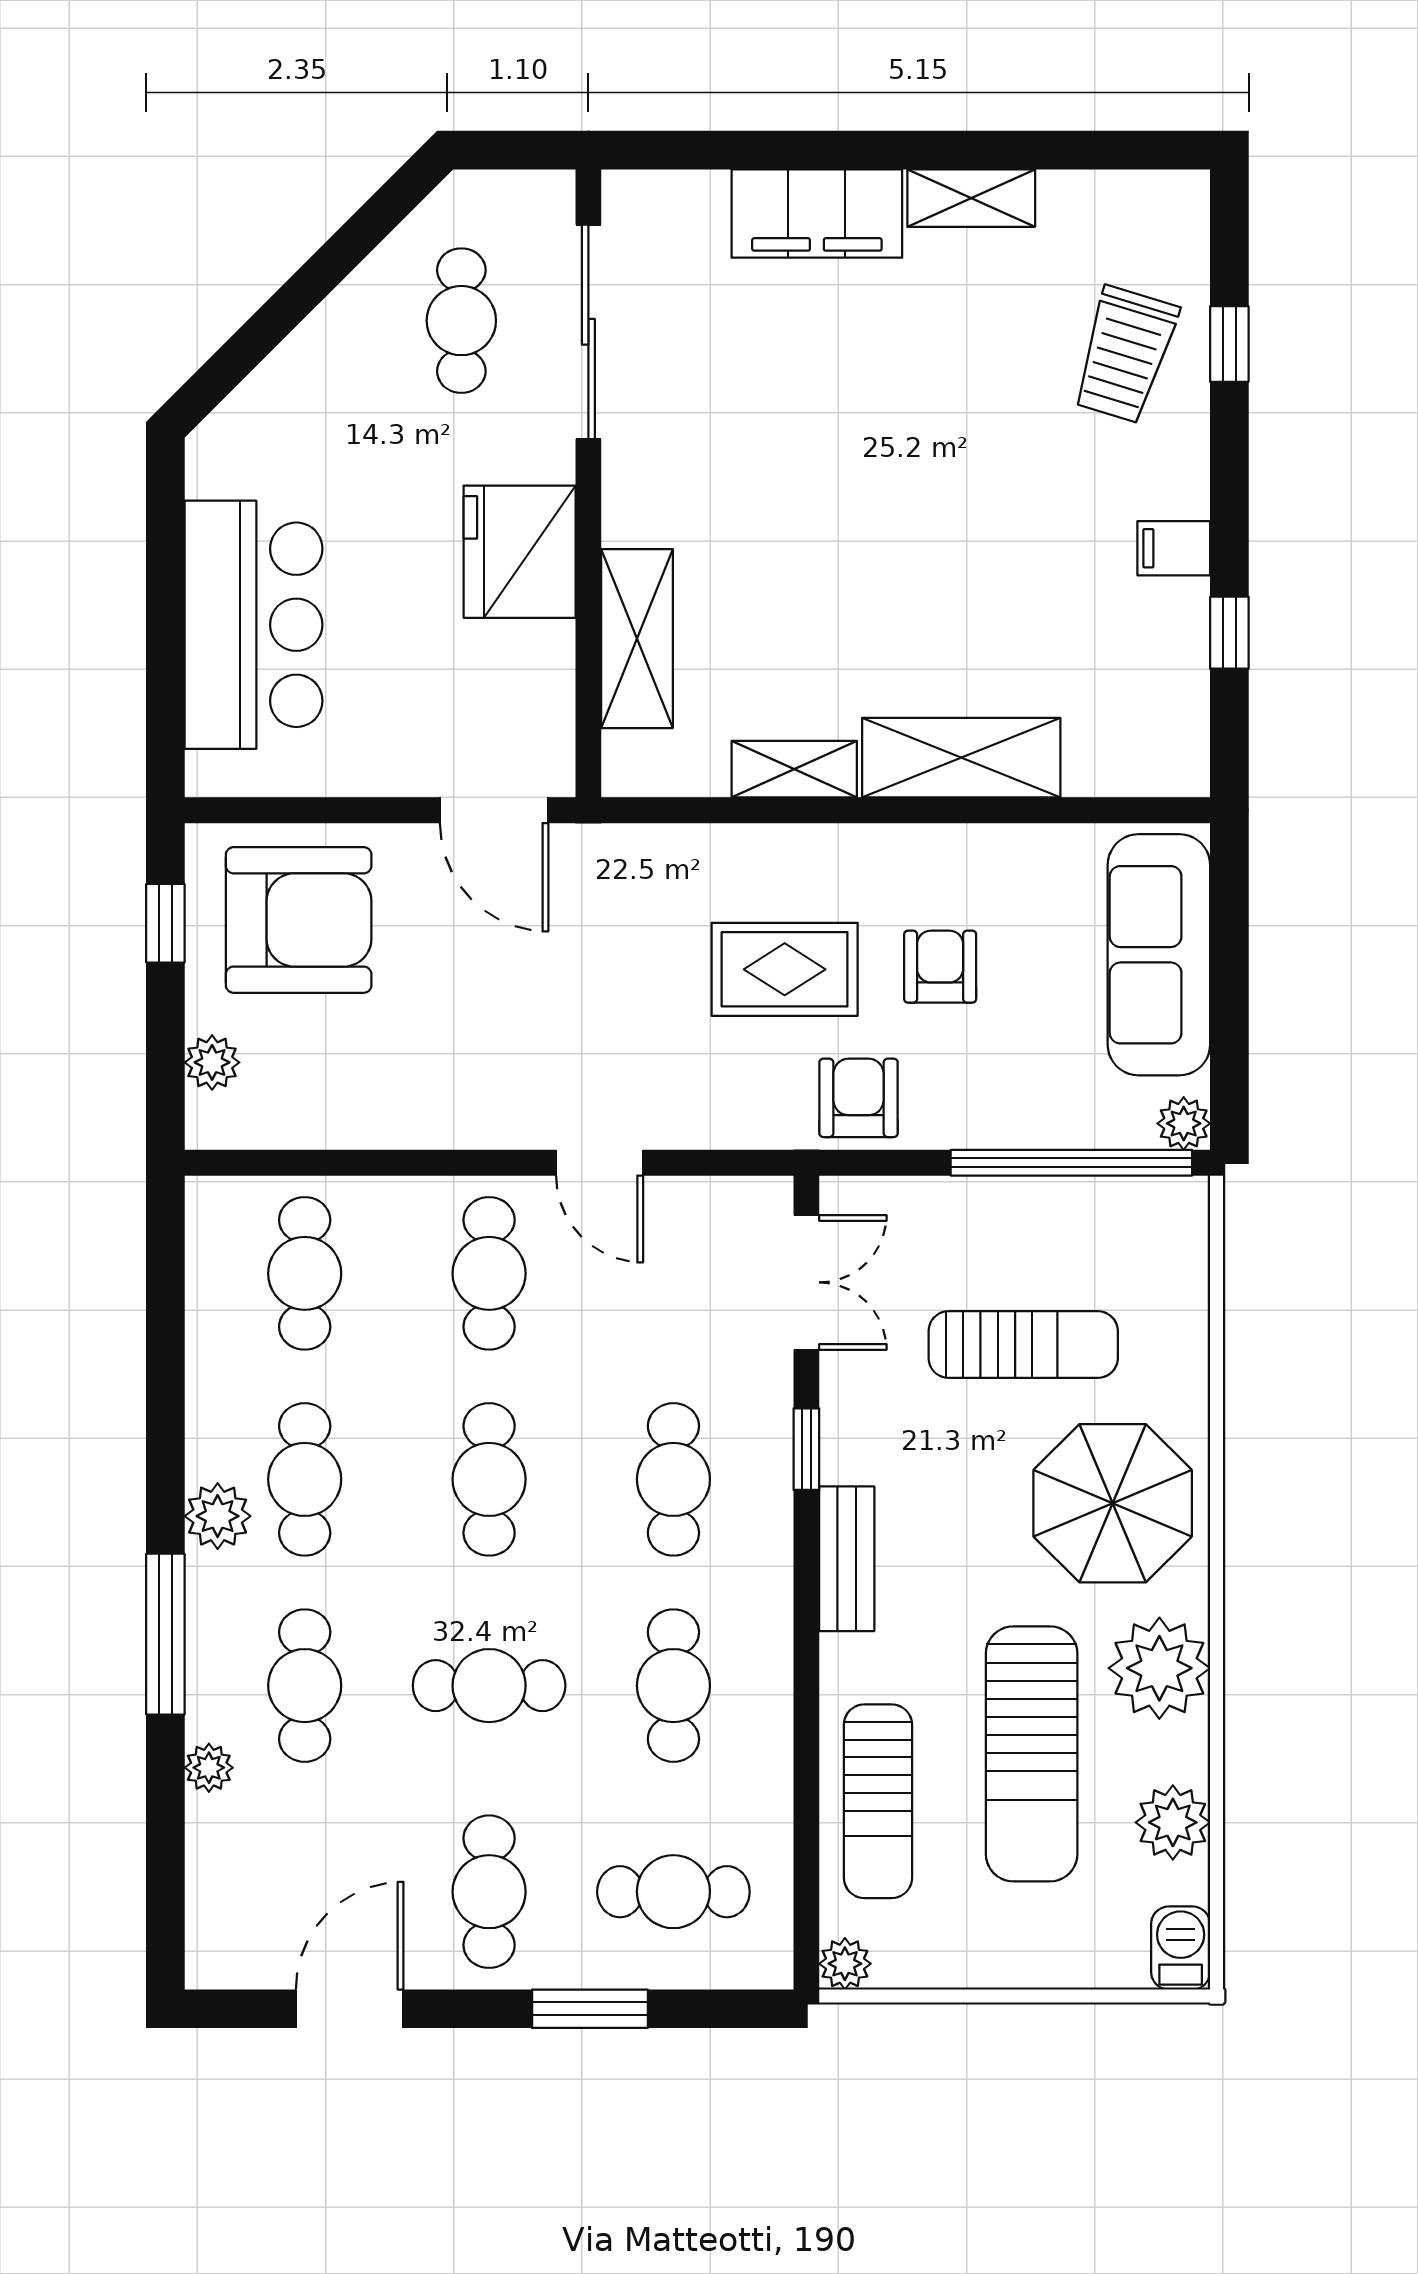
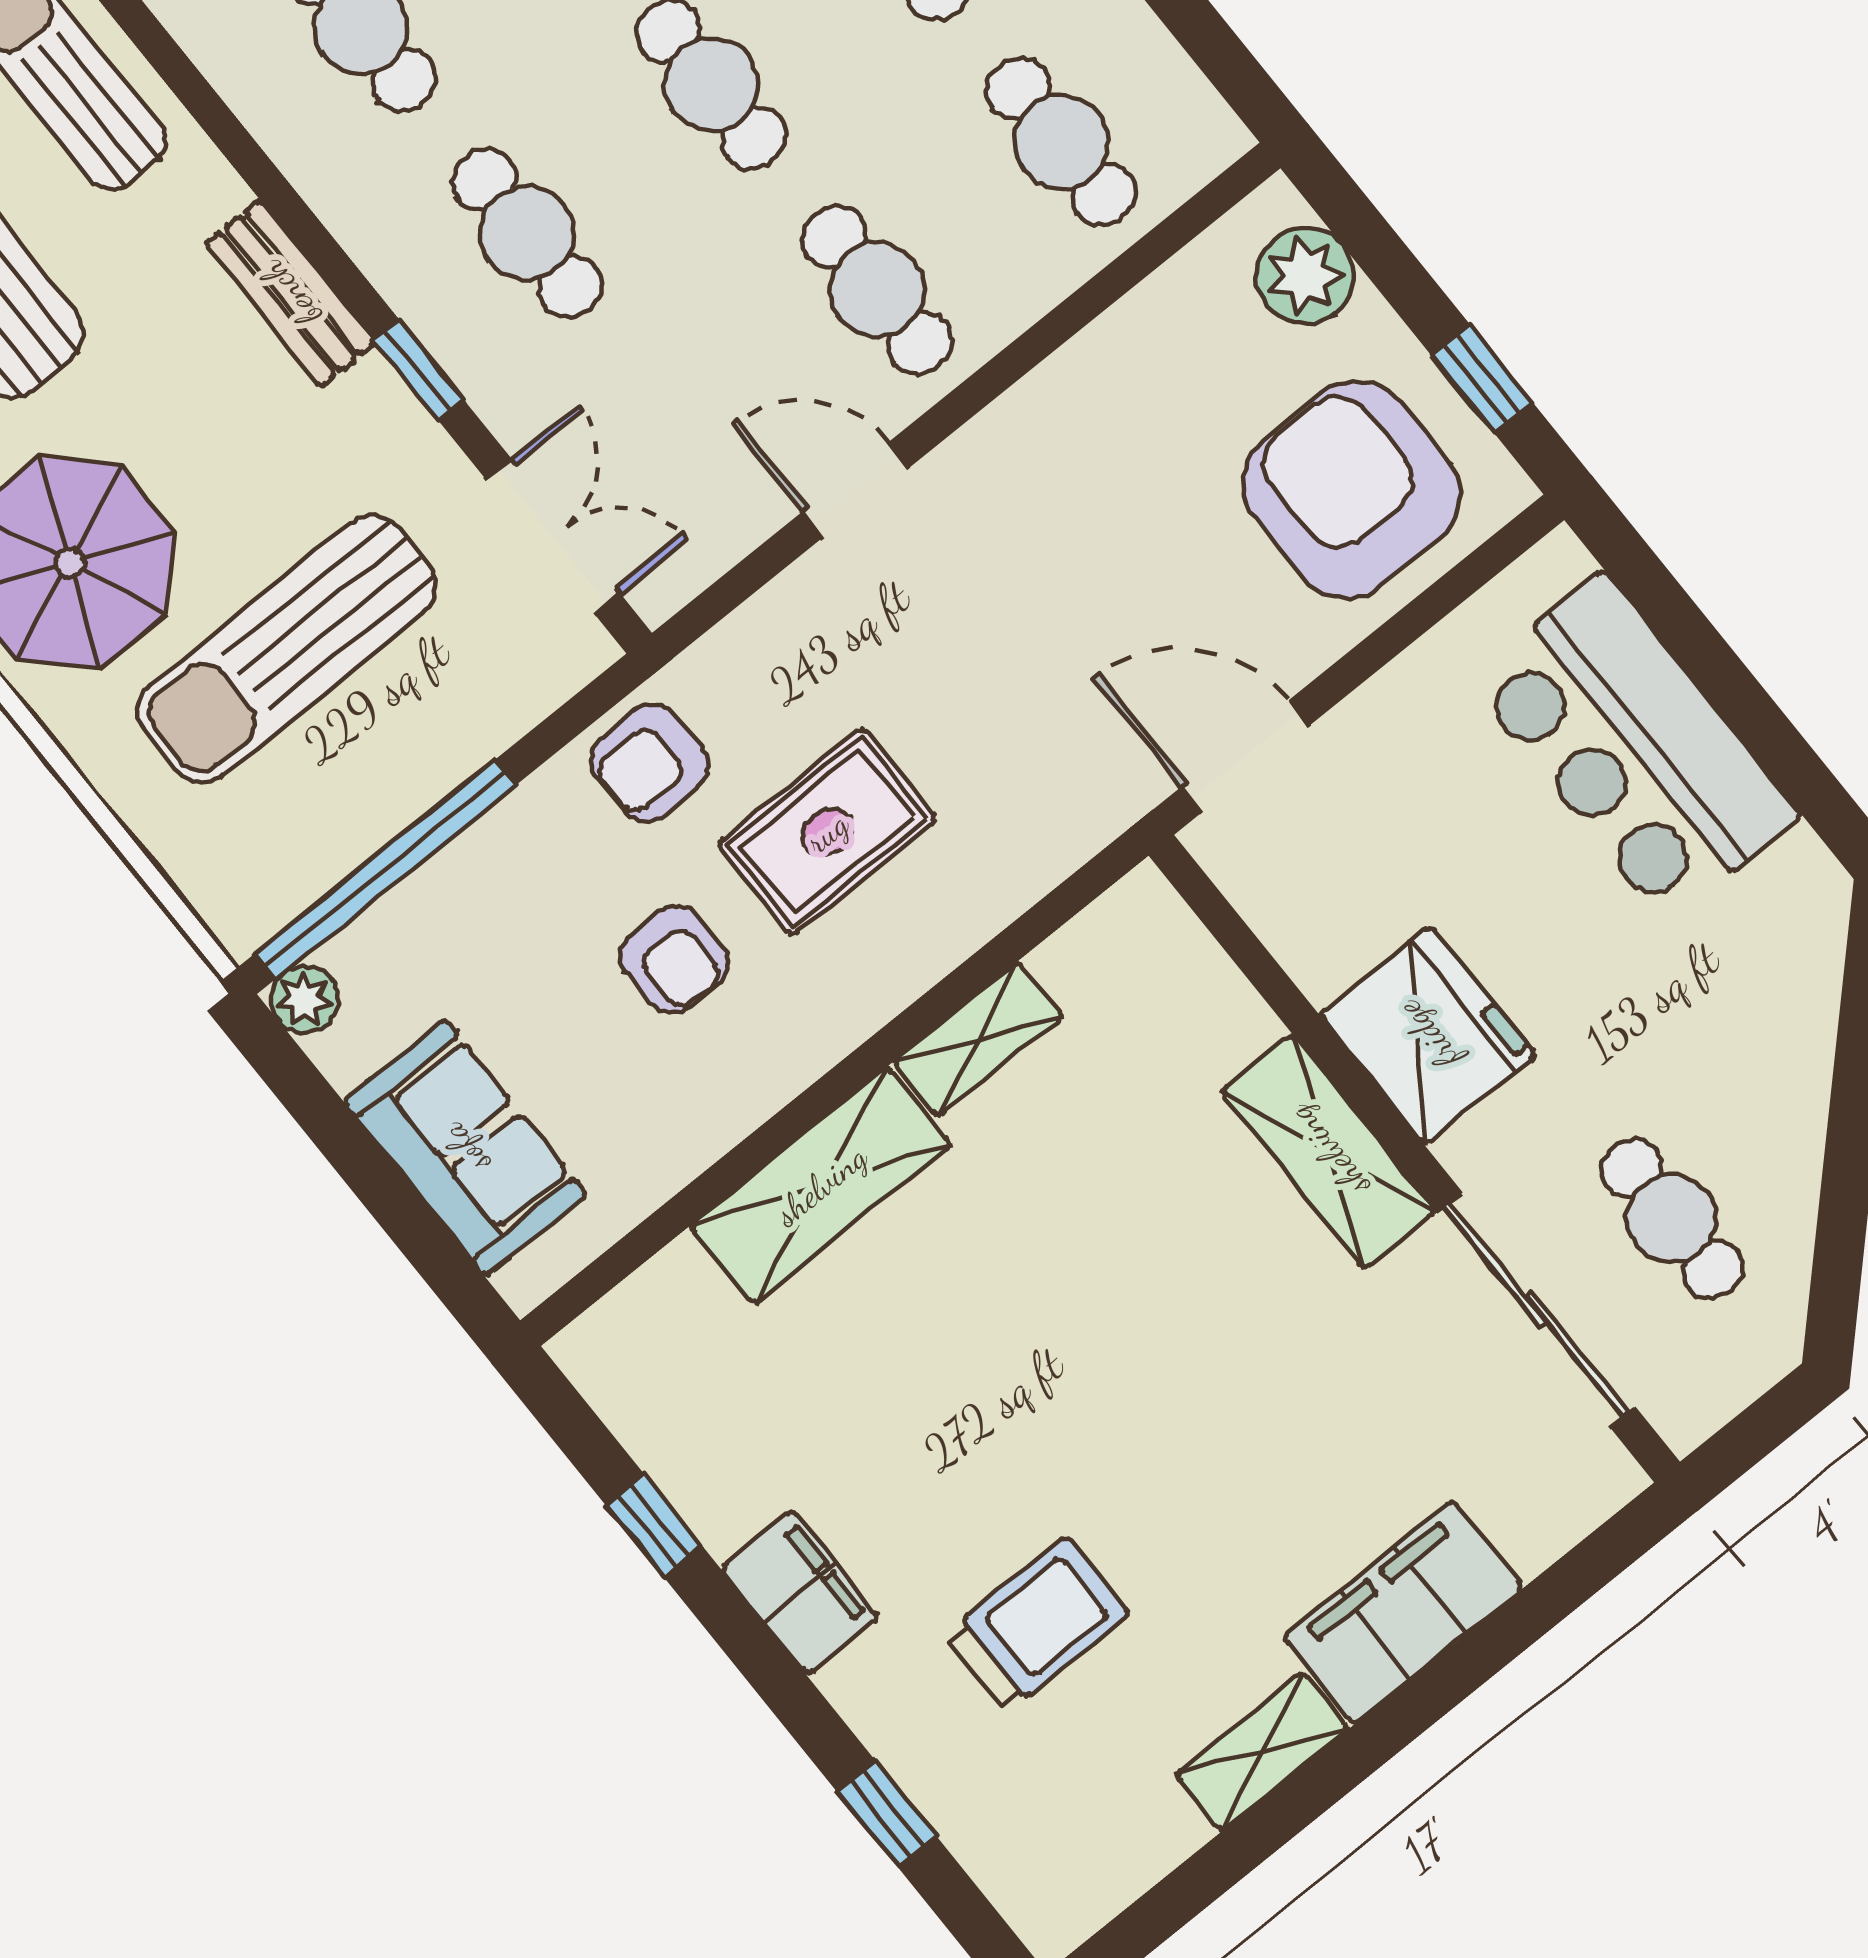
trolley: (1125, 355) -> (1037, 1624), moved, turned 73
filing cabinet: (1174, 548) -> (800, 1593), width x2.00
shelving: (637, 639) -> (1328, 1151), moved
armchair: (299, 920) -> (1352, 489), turned 90
sofa: (1159, 955) -> (465, 1148), width x0.73
plant: (212, 1062) -> (1305, 276), width x1.38, depth x1.38
armchair: (859, 1098) -> (650, 763), turned 90
double door: (806, 1282) -> (553, 537), swing flipped
sun lounger: (1023, 1345) -> (287, 649), width x1.36, depth x1.34

